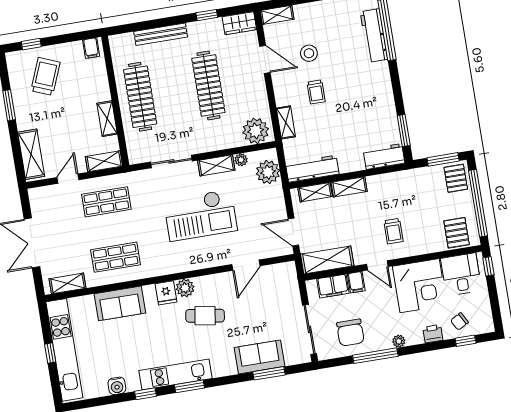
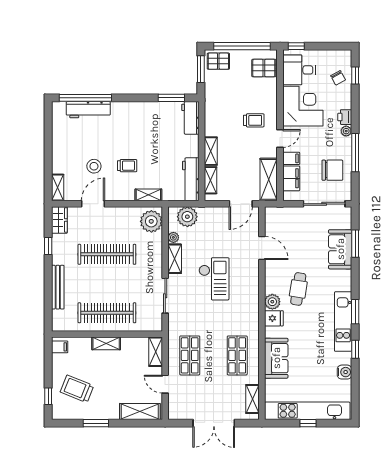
shelving: (107, 119) -> (106, 343), moved
checkout: (200, 215) -> (214, 279), width x0.73, depth x0.83
printer: (433, 334) -> (345, 117), moved

